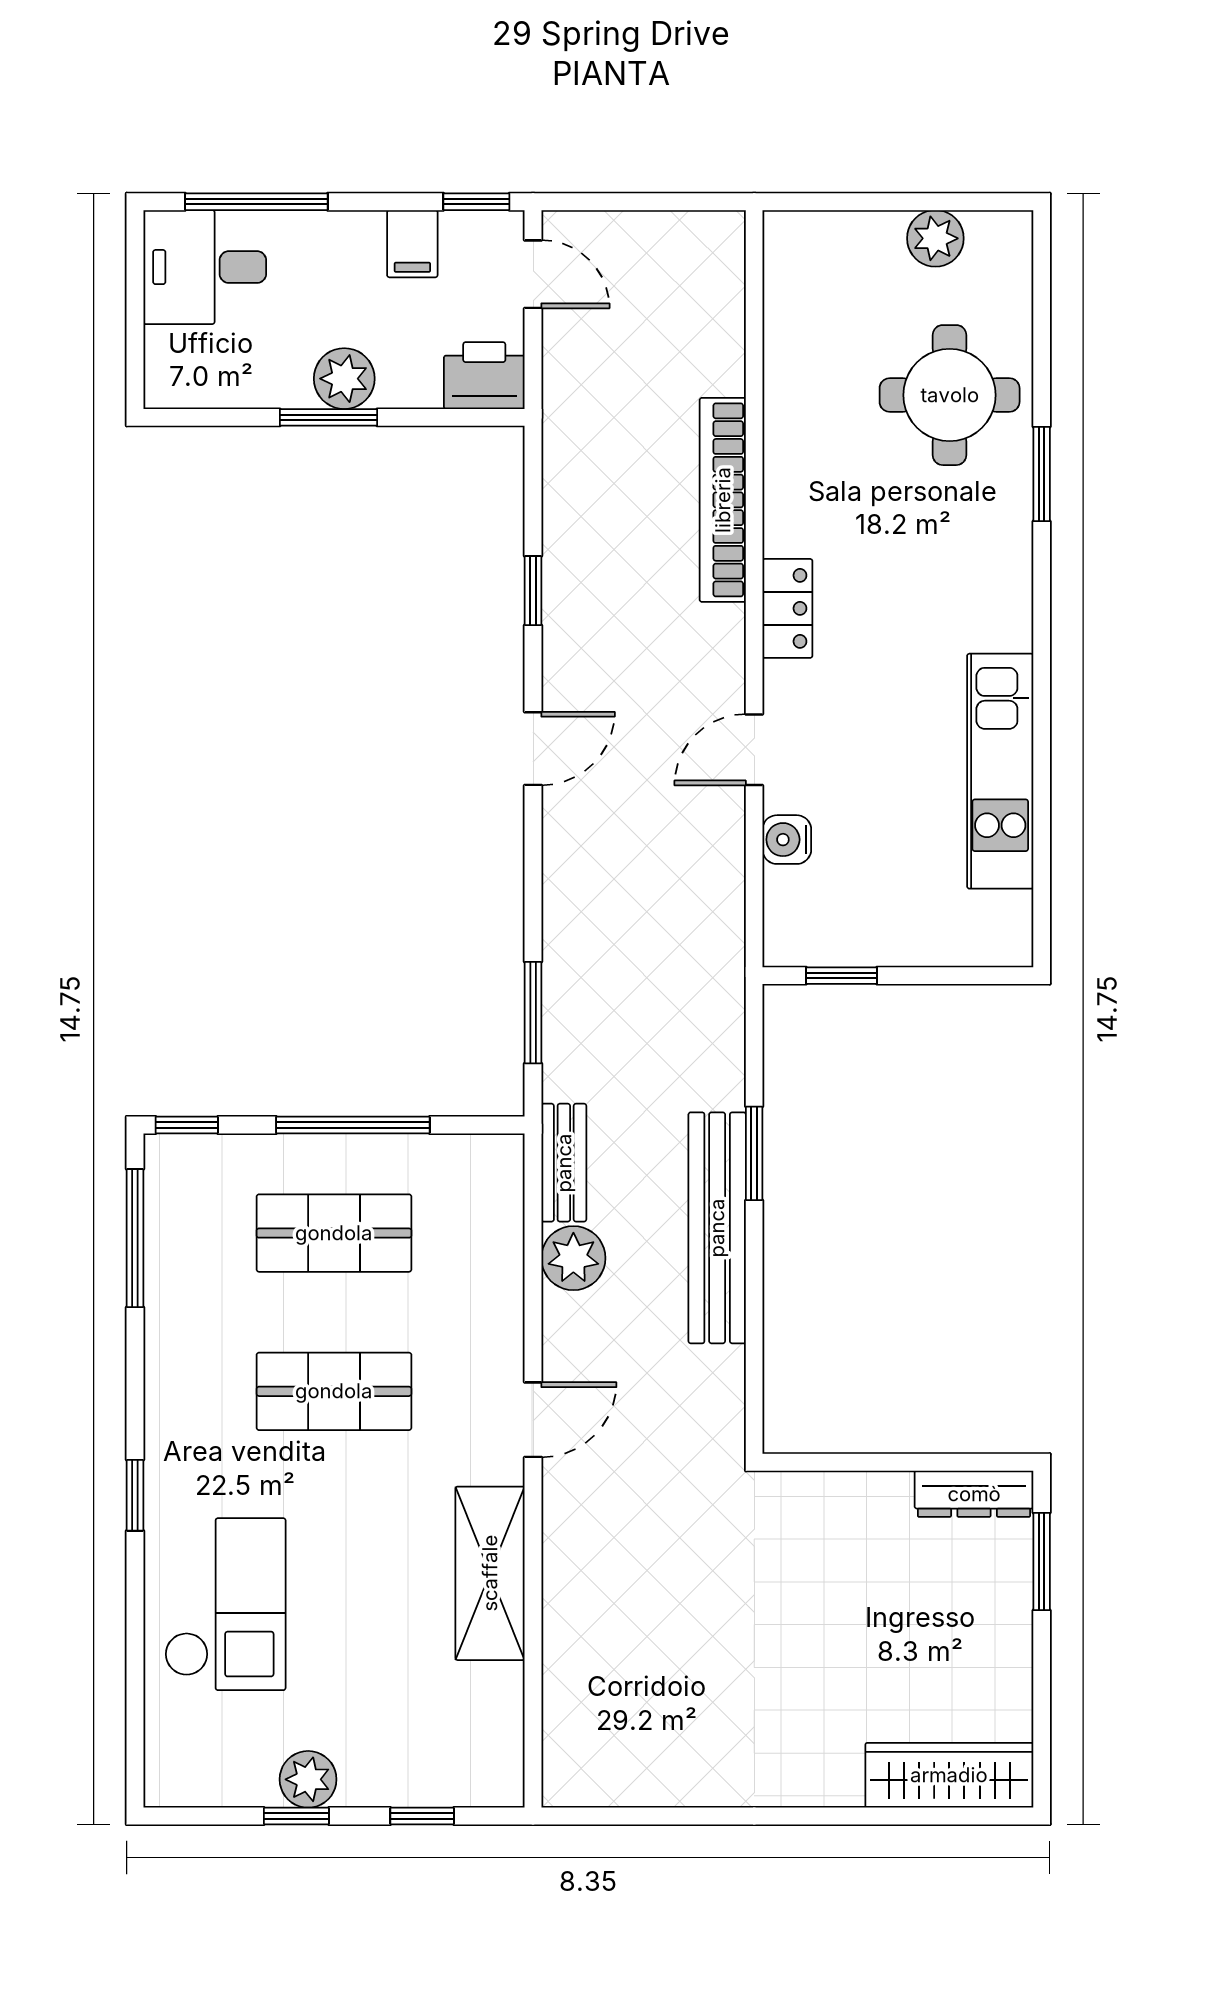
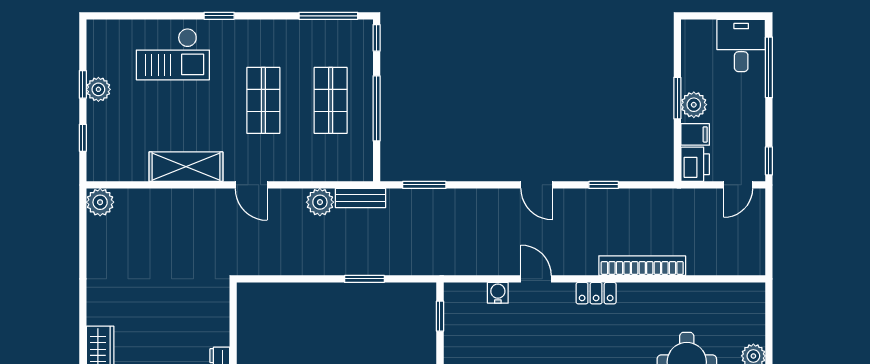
filing cabinet: (412, 244) -> (695, 134), moved, turned 180
bench: (717, 1228) -> (333, 263), removed
plant: (574, 1775) -> (100, 202), added

